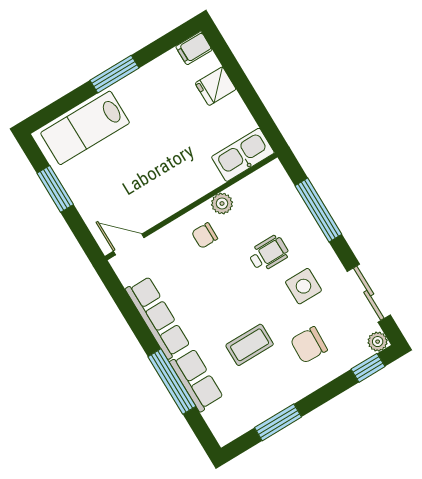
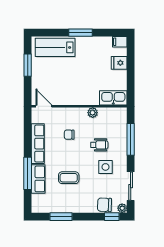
chair: (205, 236) -> (69, 135), moved
chair: (309, 345) -> (104, 205), moved

